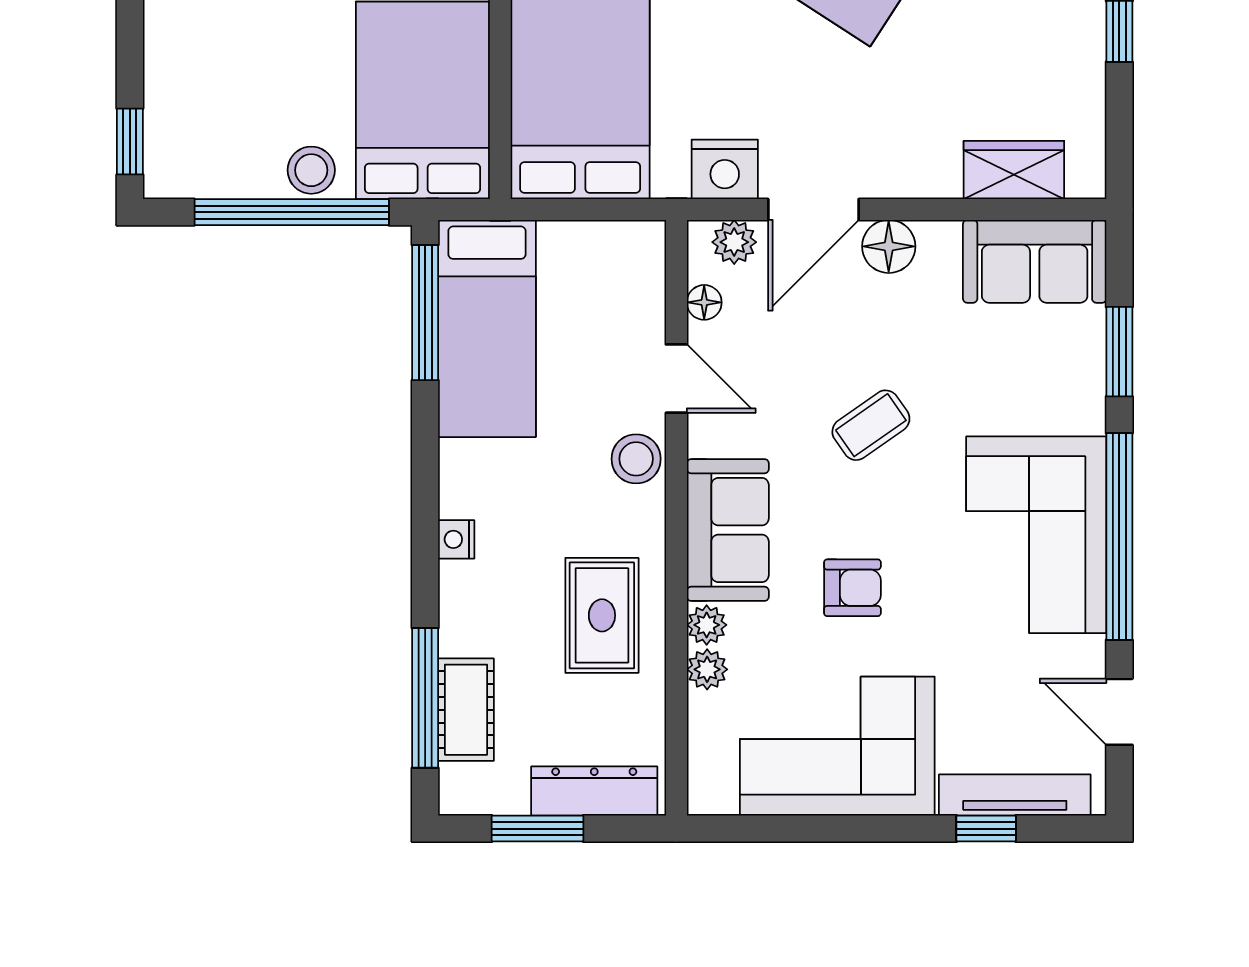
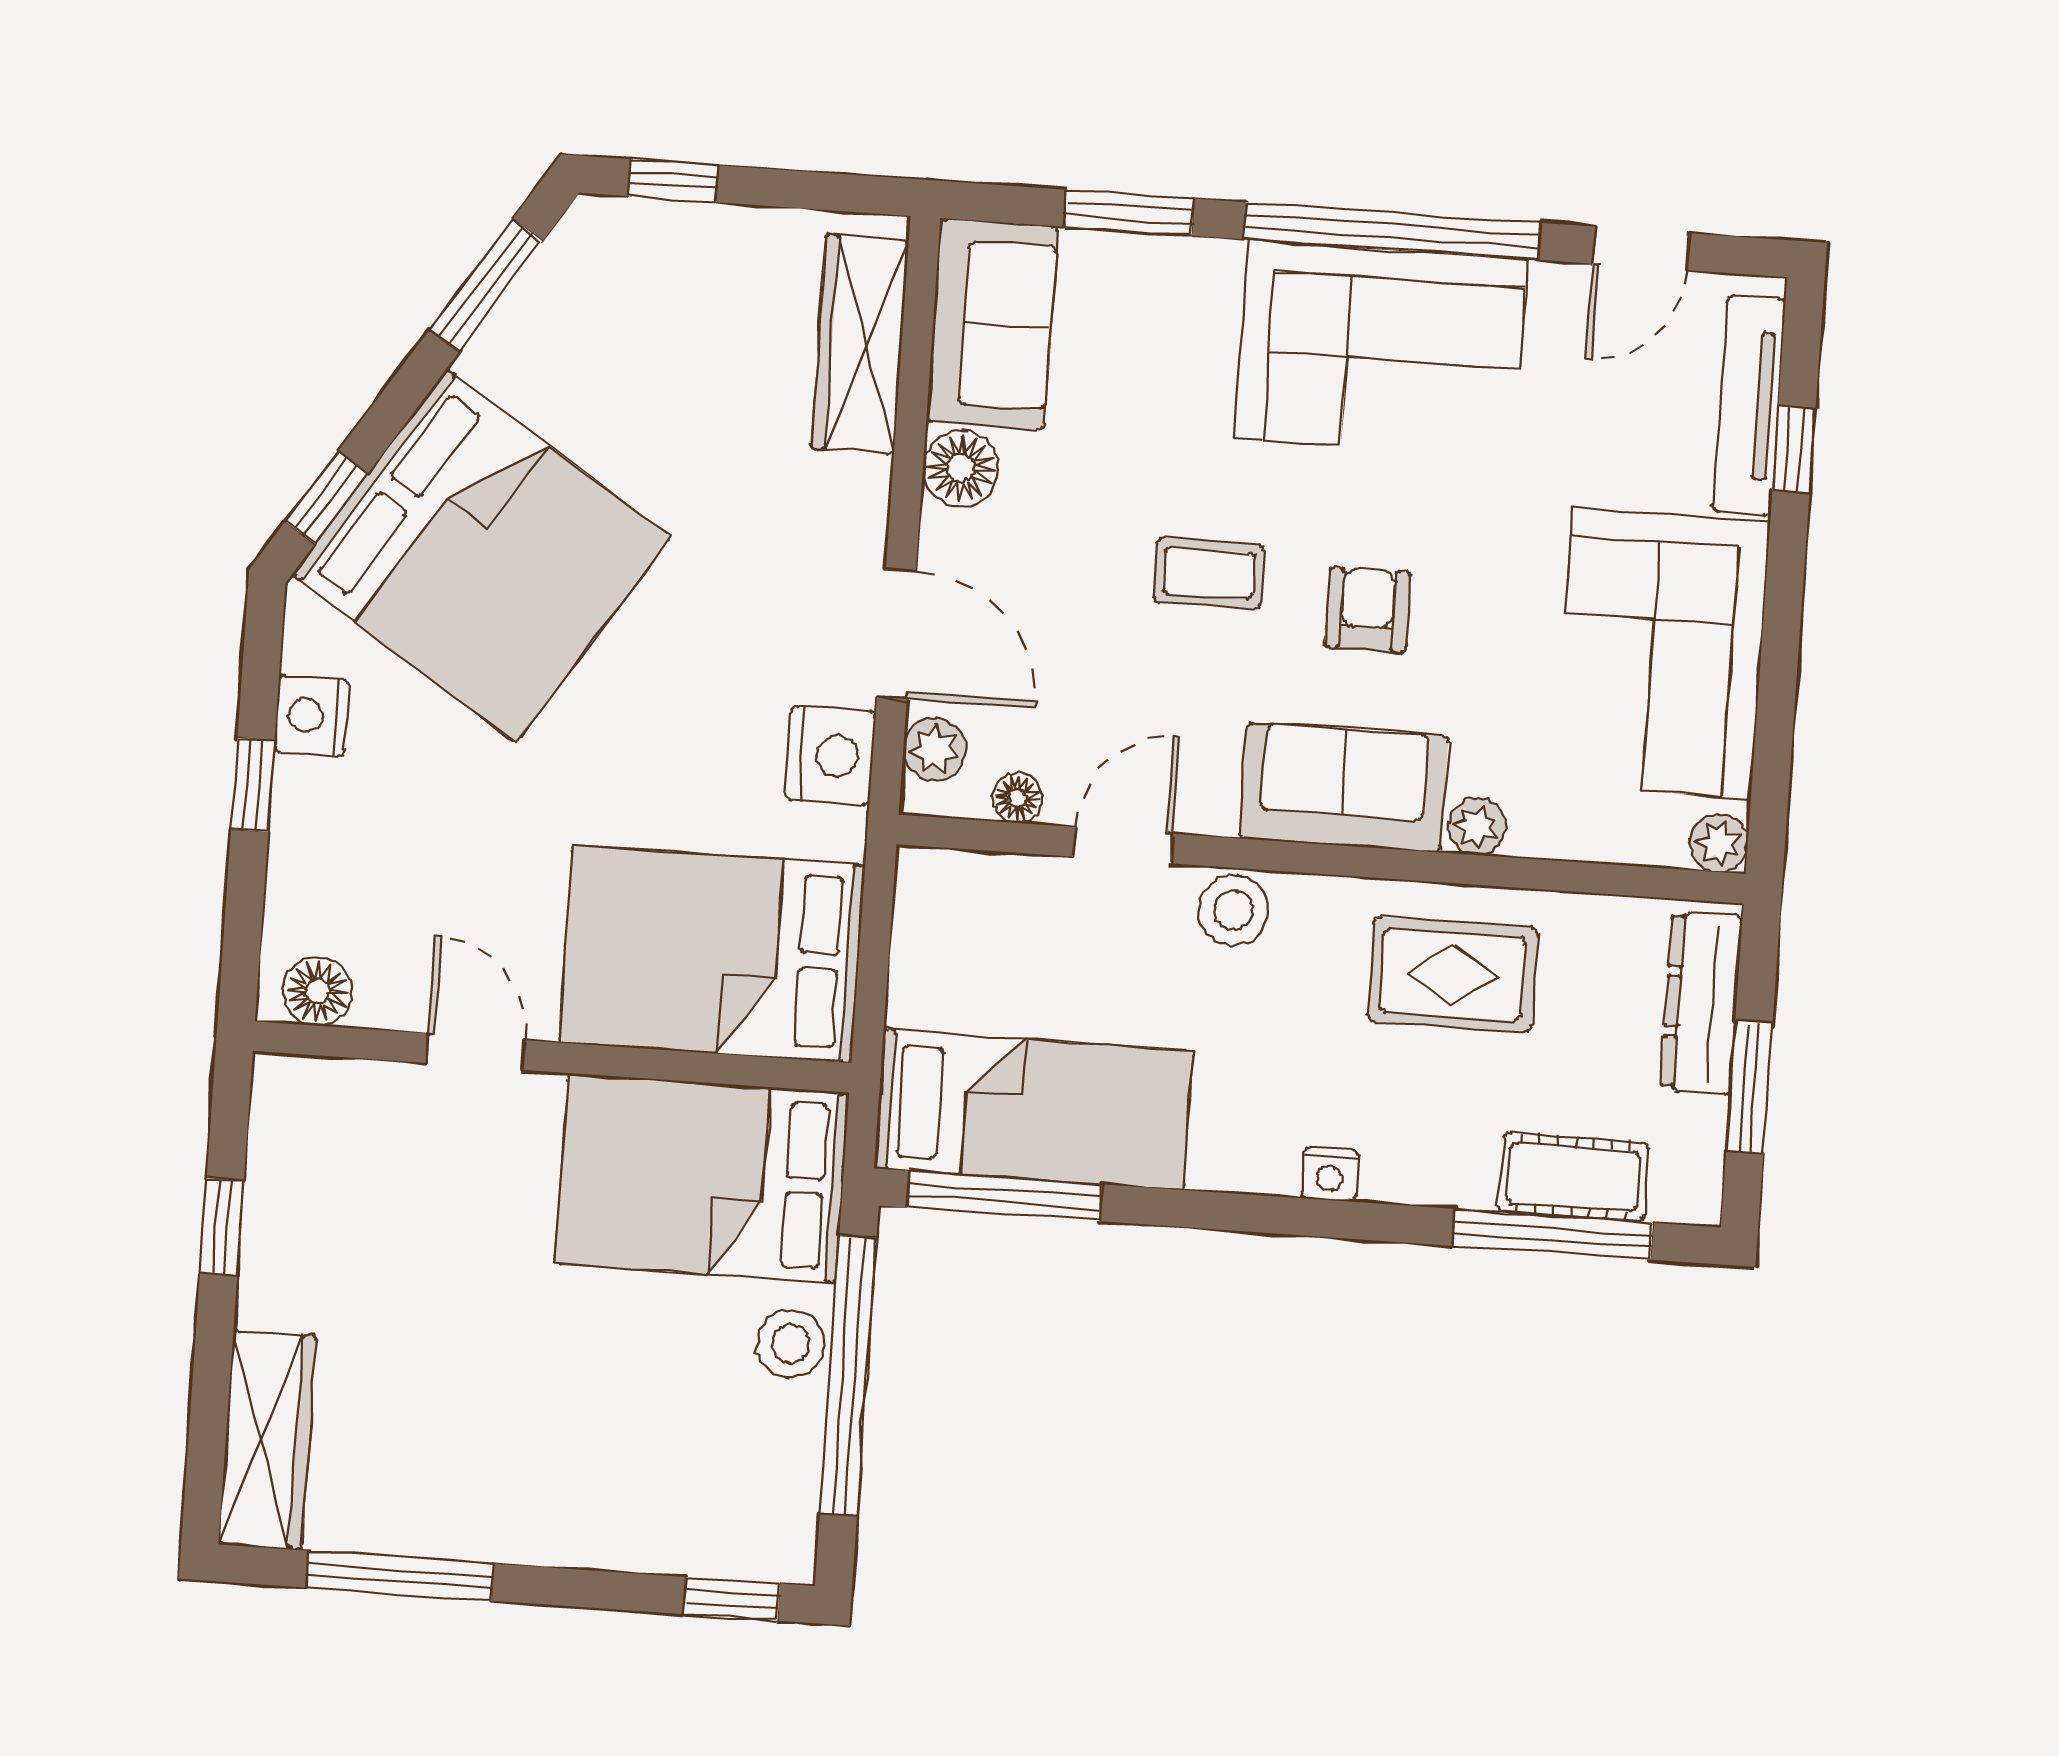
wardrobe: (1014, 170) -> (860, 344), width x1.50
floor lamp: (889, 246) -> (961, 468), moved
coffee table: (871, 425) -> (1209, 573), turned -55
armchair: (852, 588) -> (1368, 610), moved
plant: (707, 669) -> (1719, 843), moved

